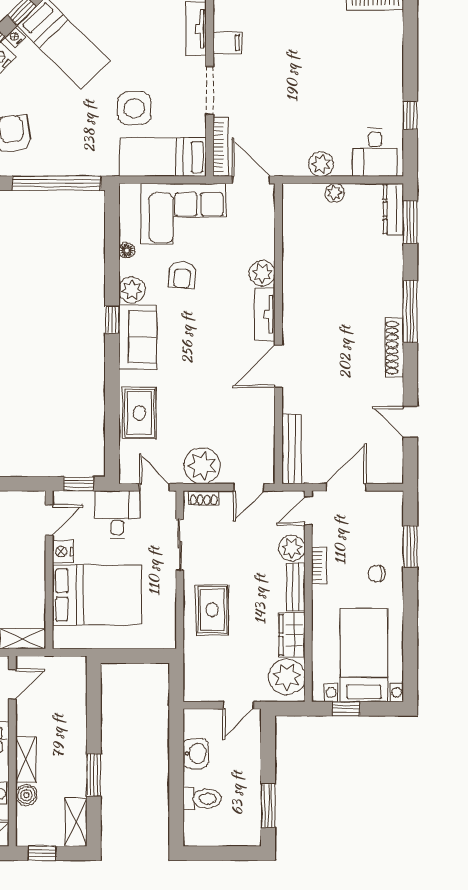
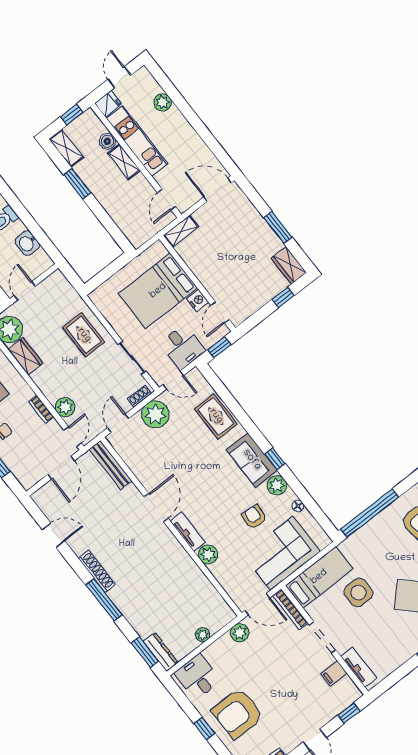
armchair: (362, 80) -> (238, 713), added
window: (410, 115) -> (204, 729), moved
plant: (321, 164) -> (240, 633), moved
bench: (296, 587) -> (45, 386), removed

